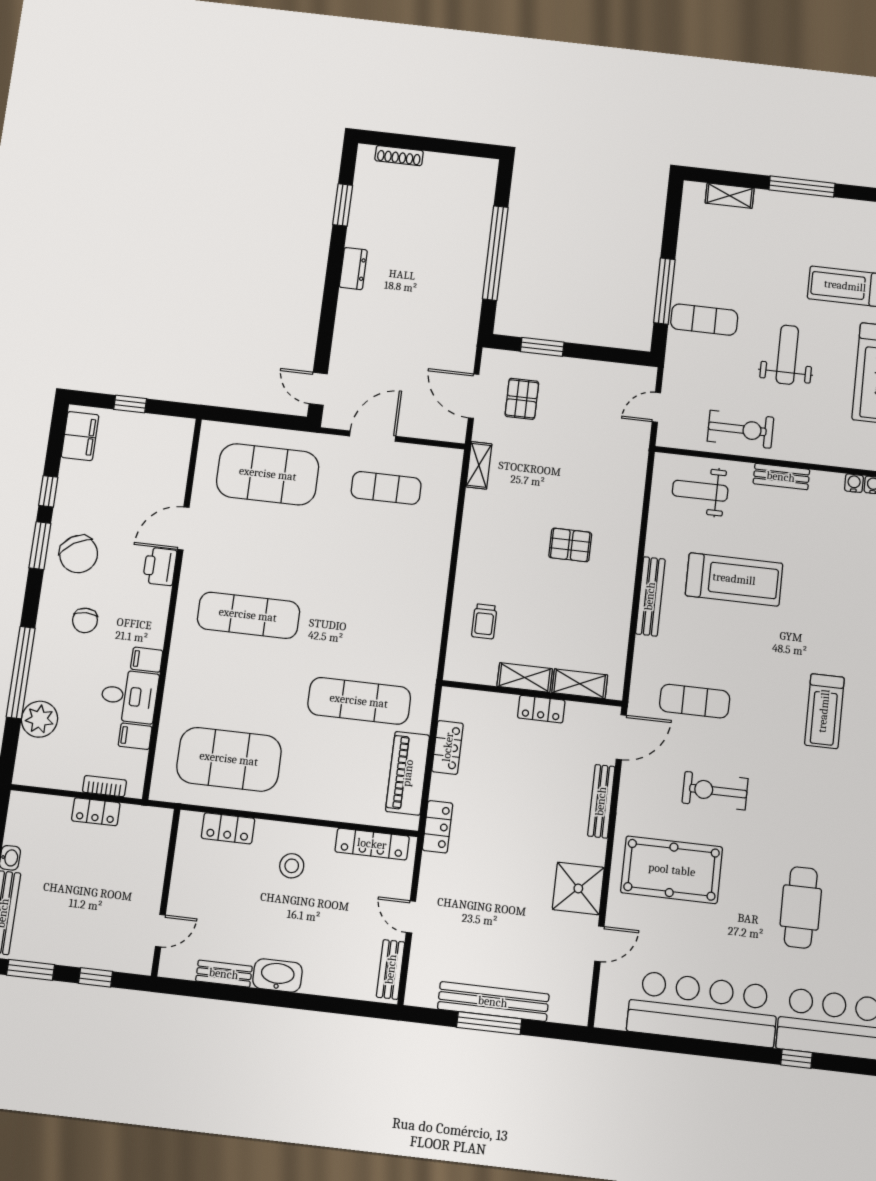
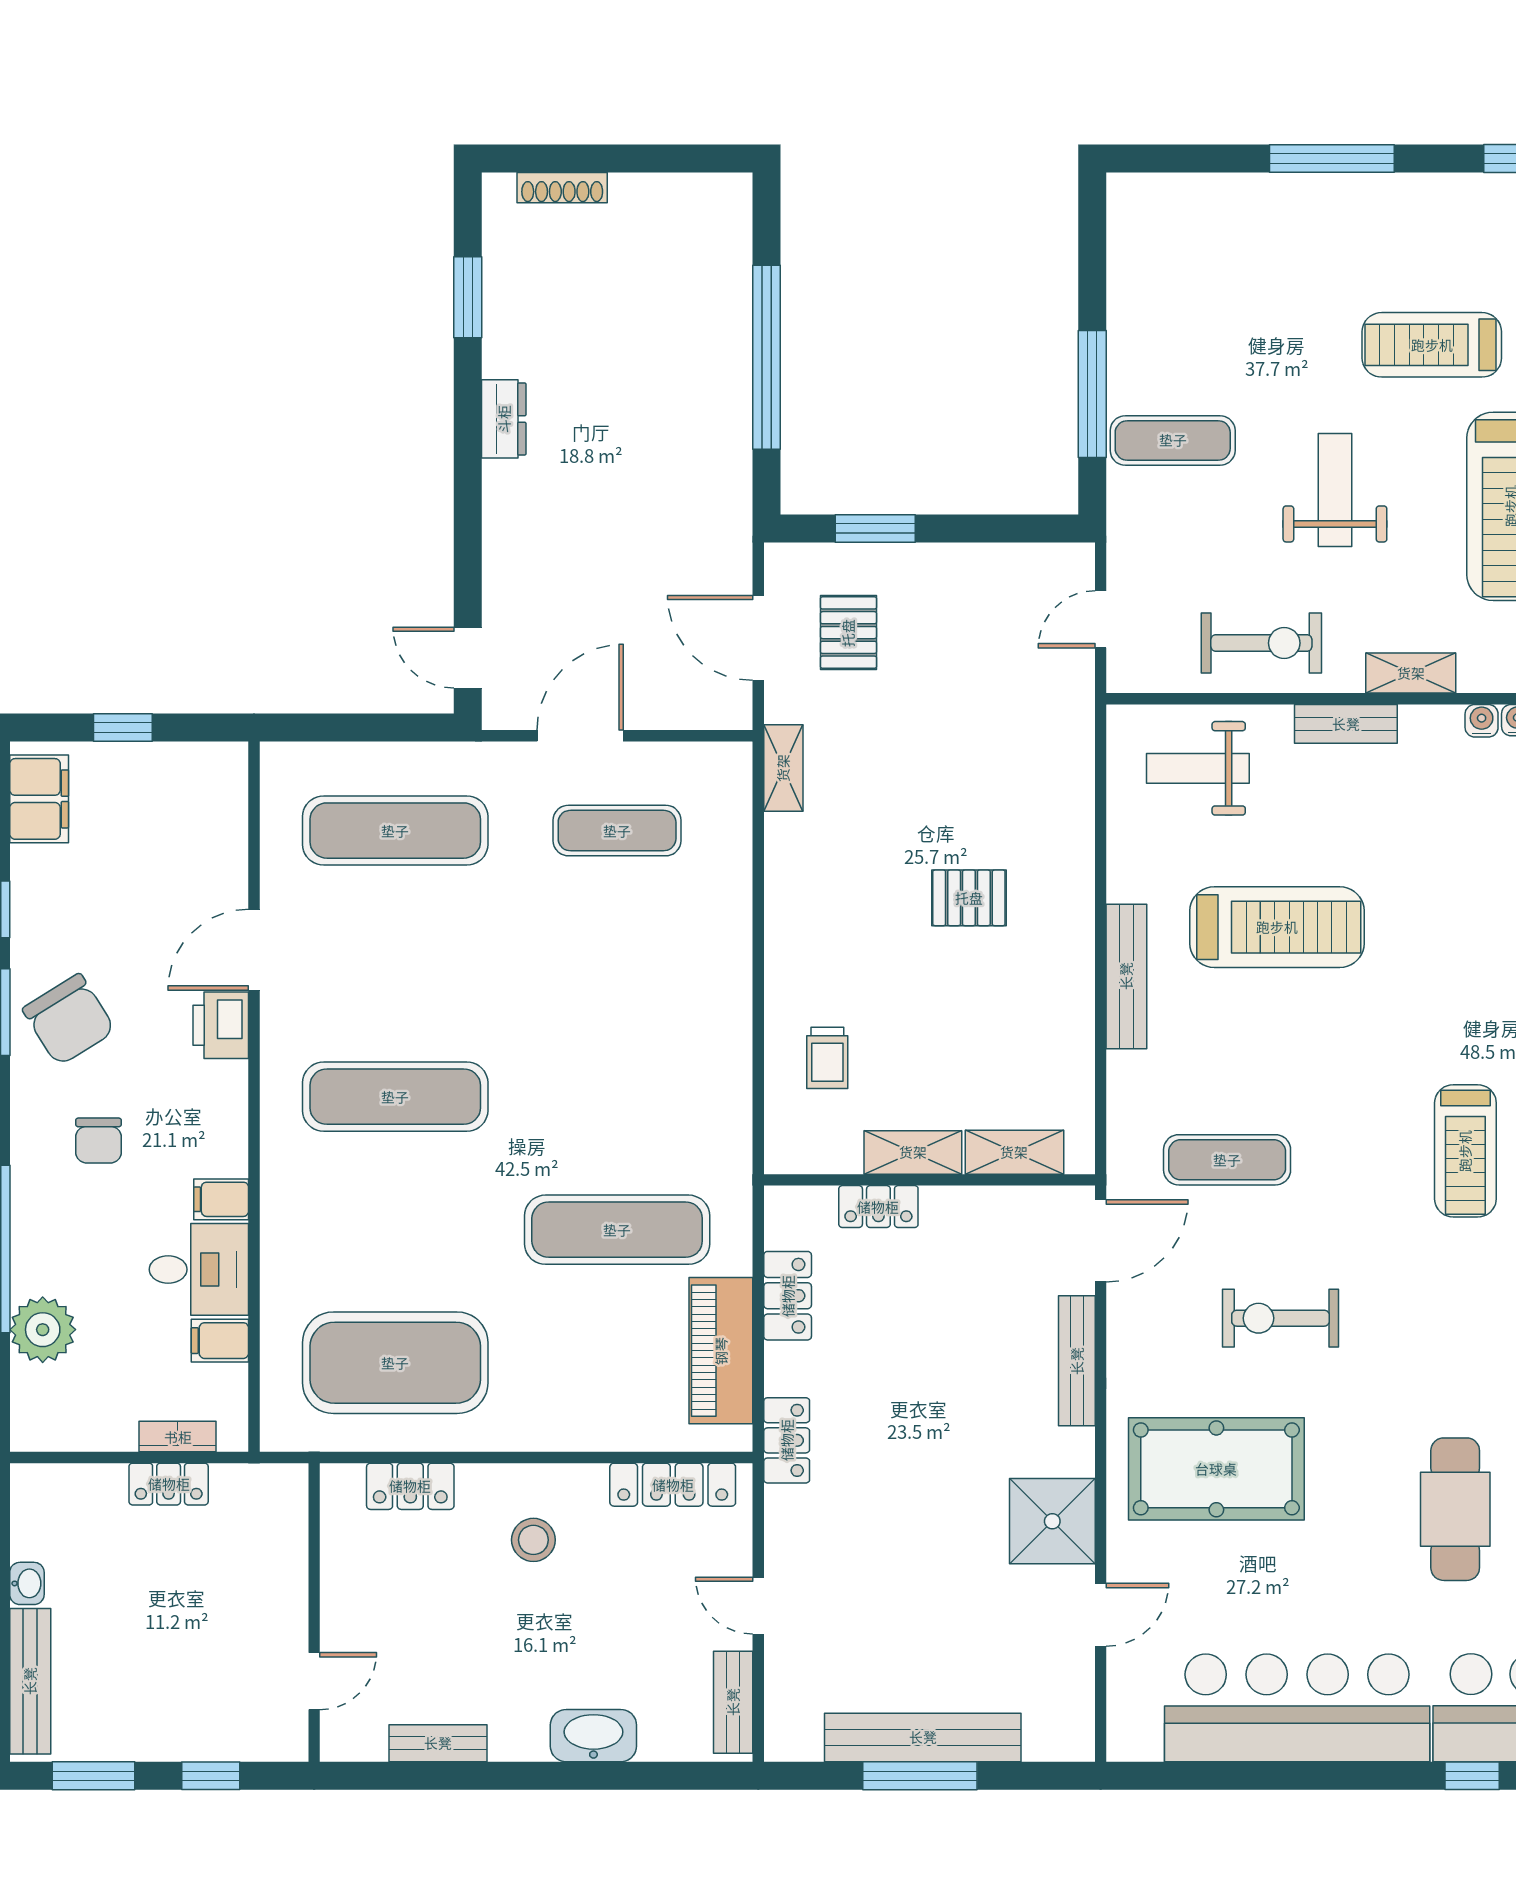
shelving: (730, 196) -> (1411, 673), moved
exercise mat: (268, 474) -> (395, 831), width x0.68
locker: (541, 709) -> (878, 1207), moved
washbasin: (277, 975) -> (593, 1736), moved

